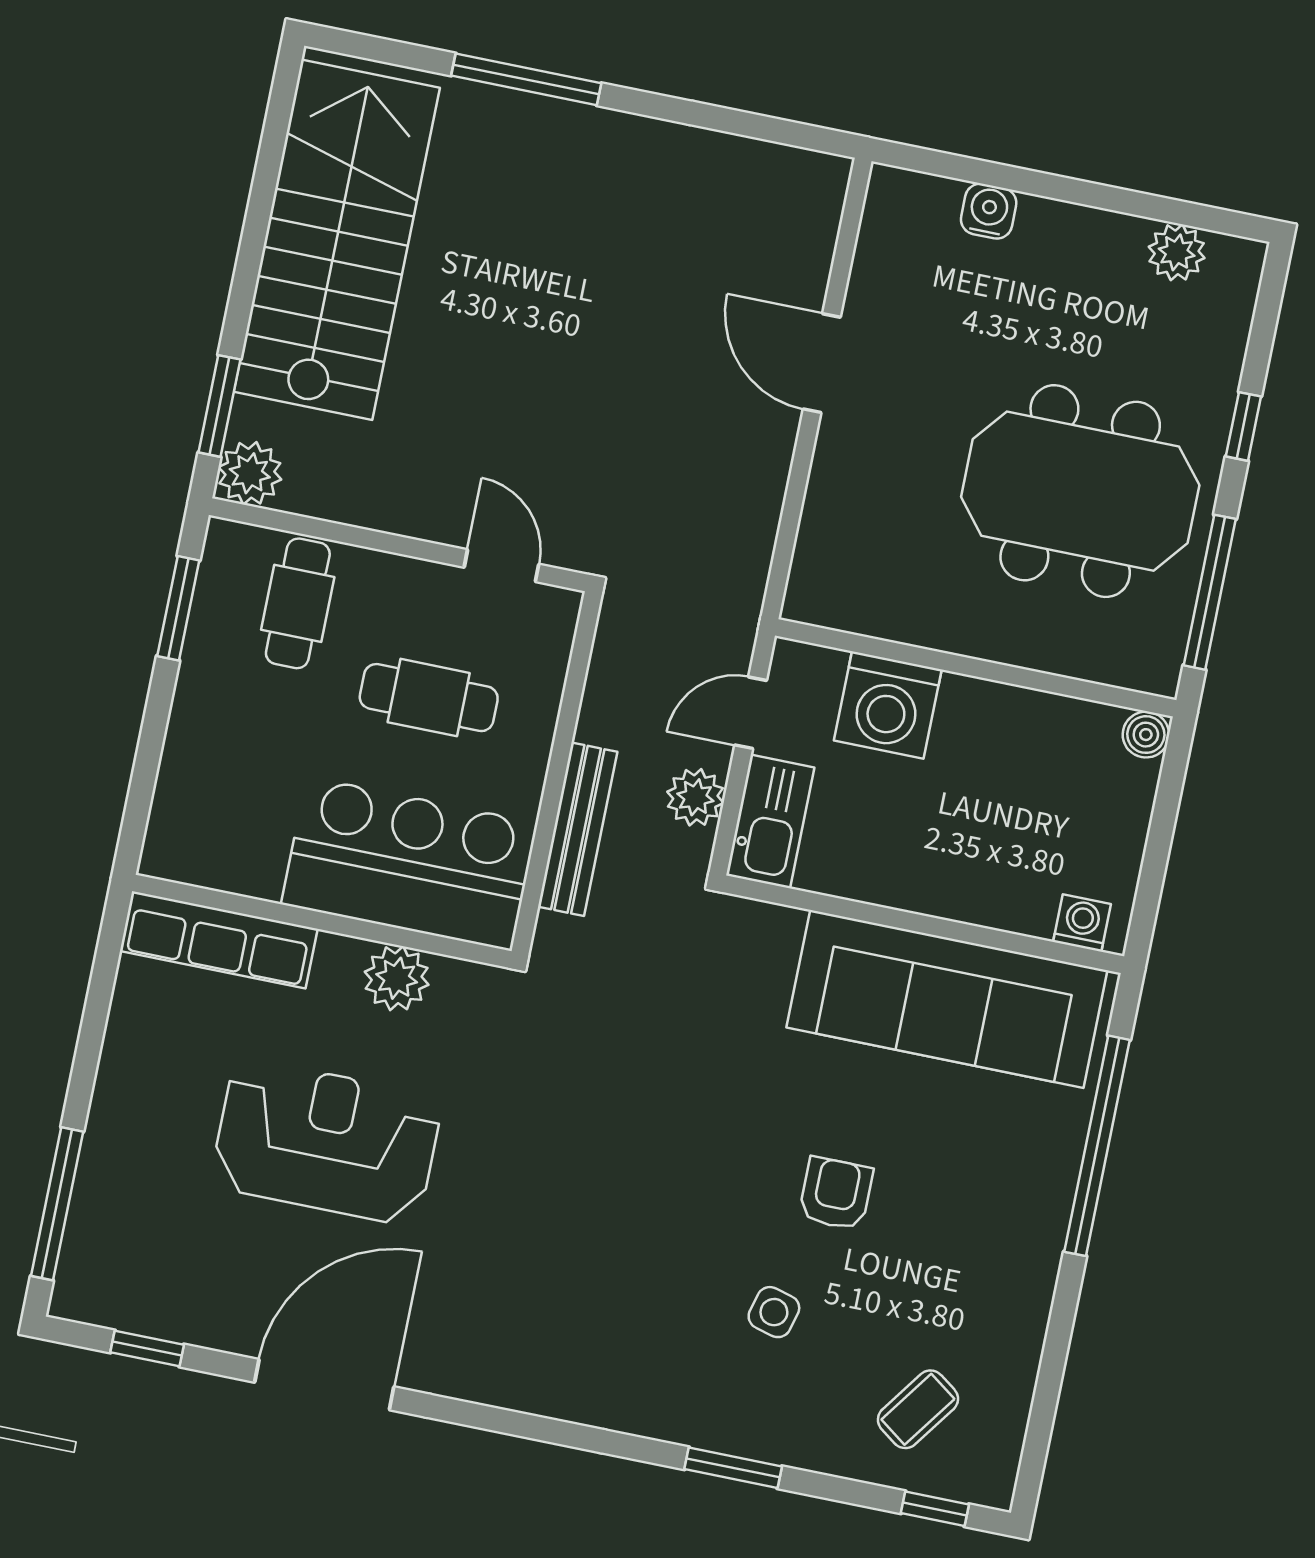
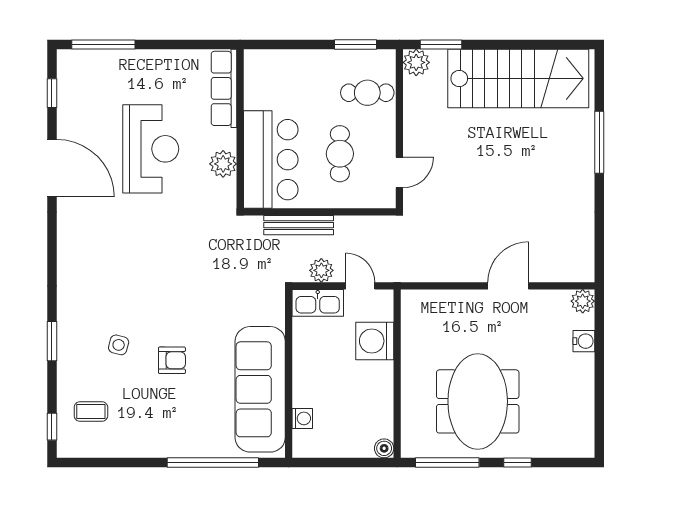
plant: (1177, 252) -> (583, 301), moved
washing machine: (1082, 923) -> (302, 418), moved
coffee table: (918, 1409) -> (91, 411), turned -36

